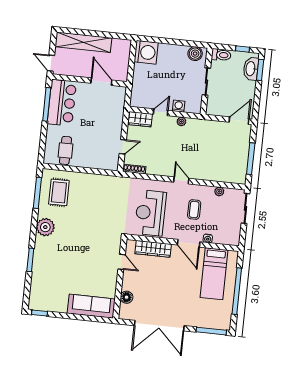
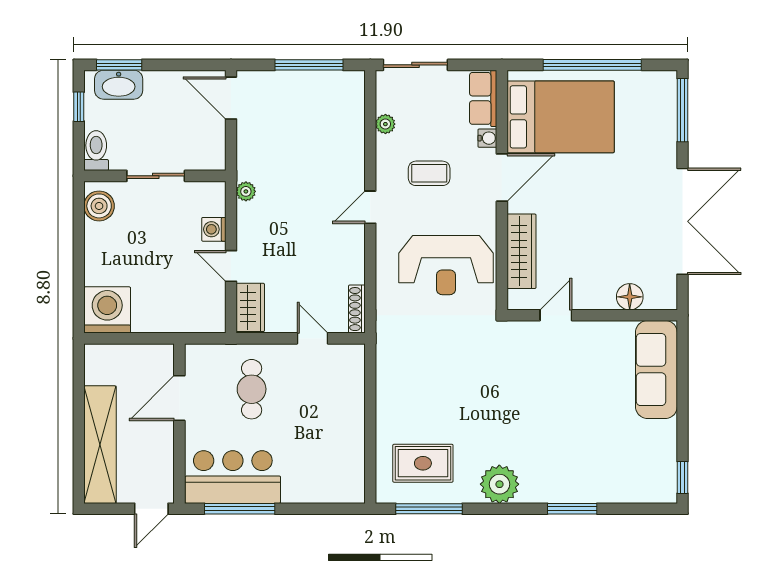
plant: (181, 122) -> (246, 191), moved
cafe table: (65, 150) -> (252, 389), moved, turned 90
row of seats: (227, 238) -> (483, 98), added
bed: (214, 274) -> (561, 117), width x1.50

